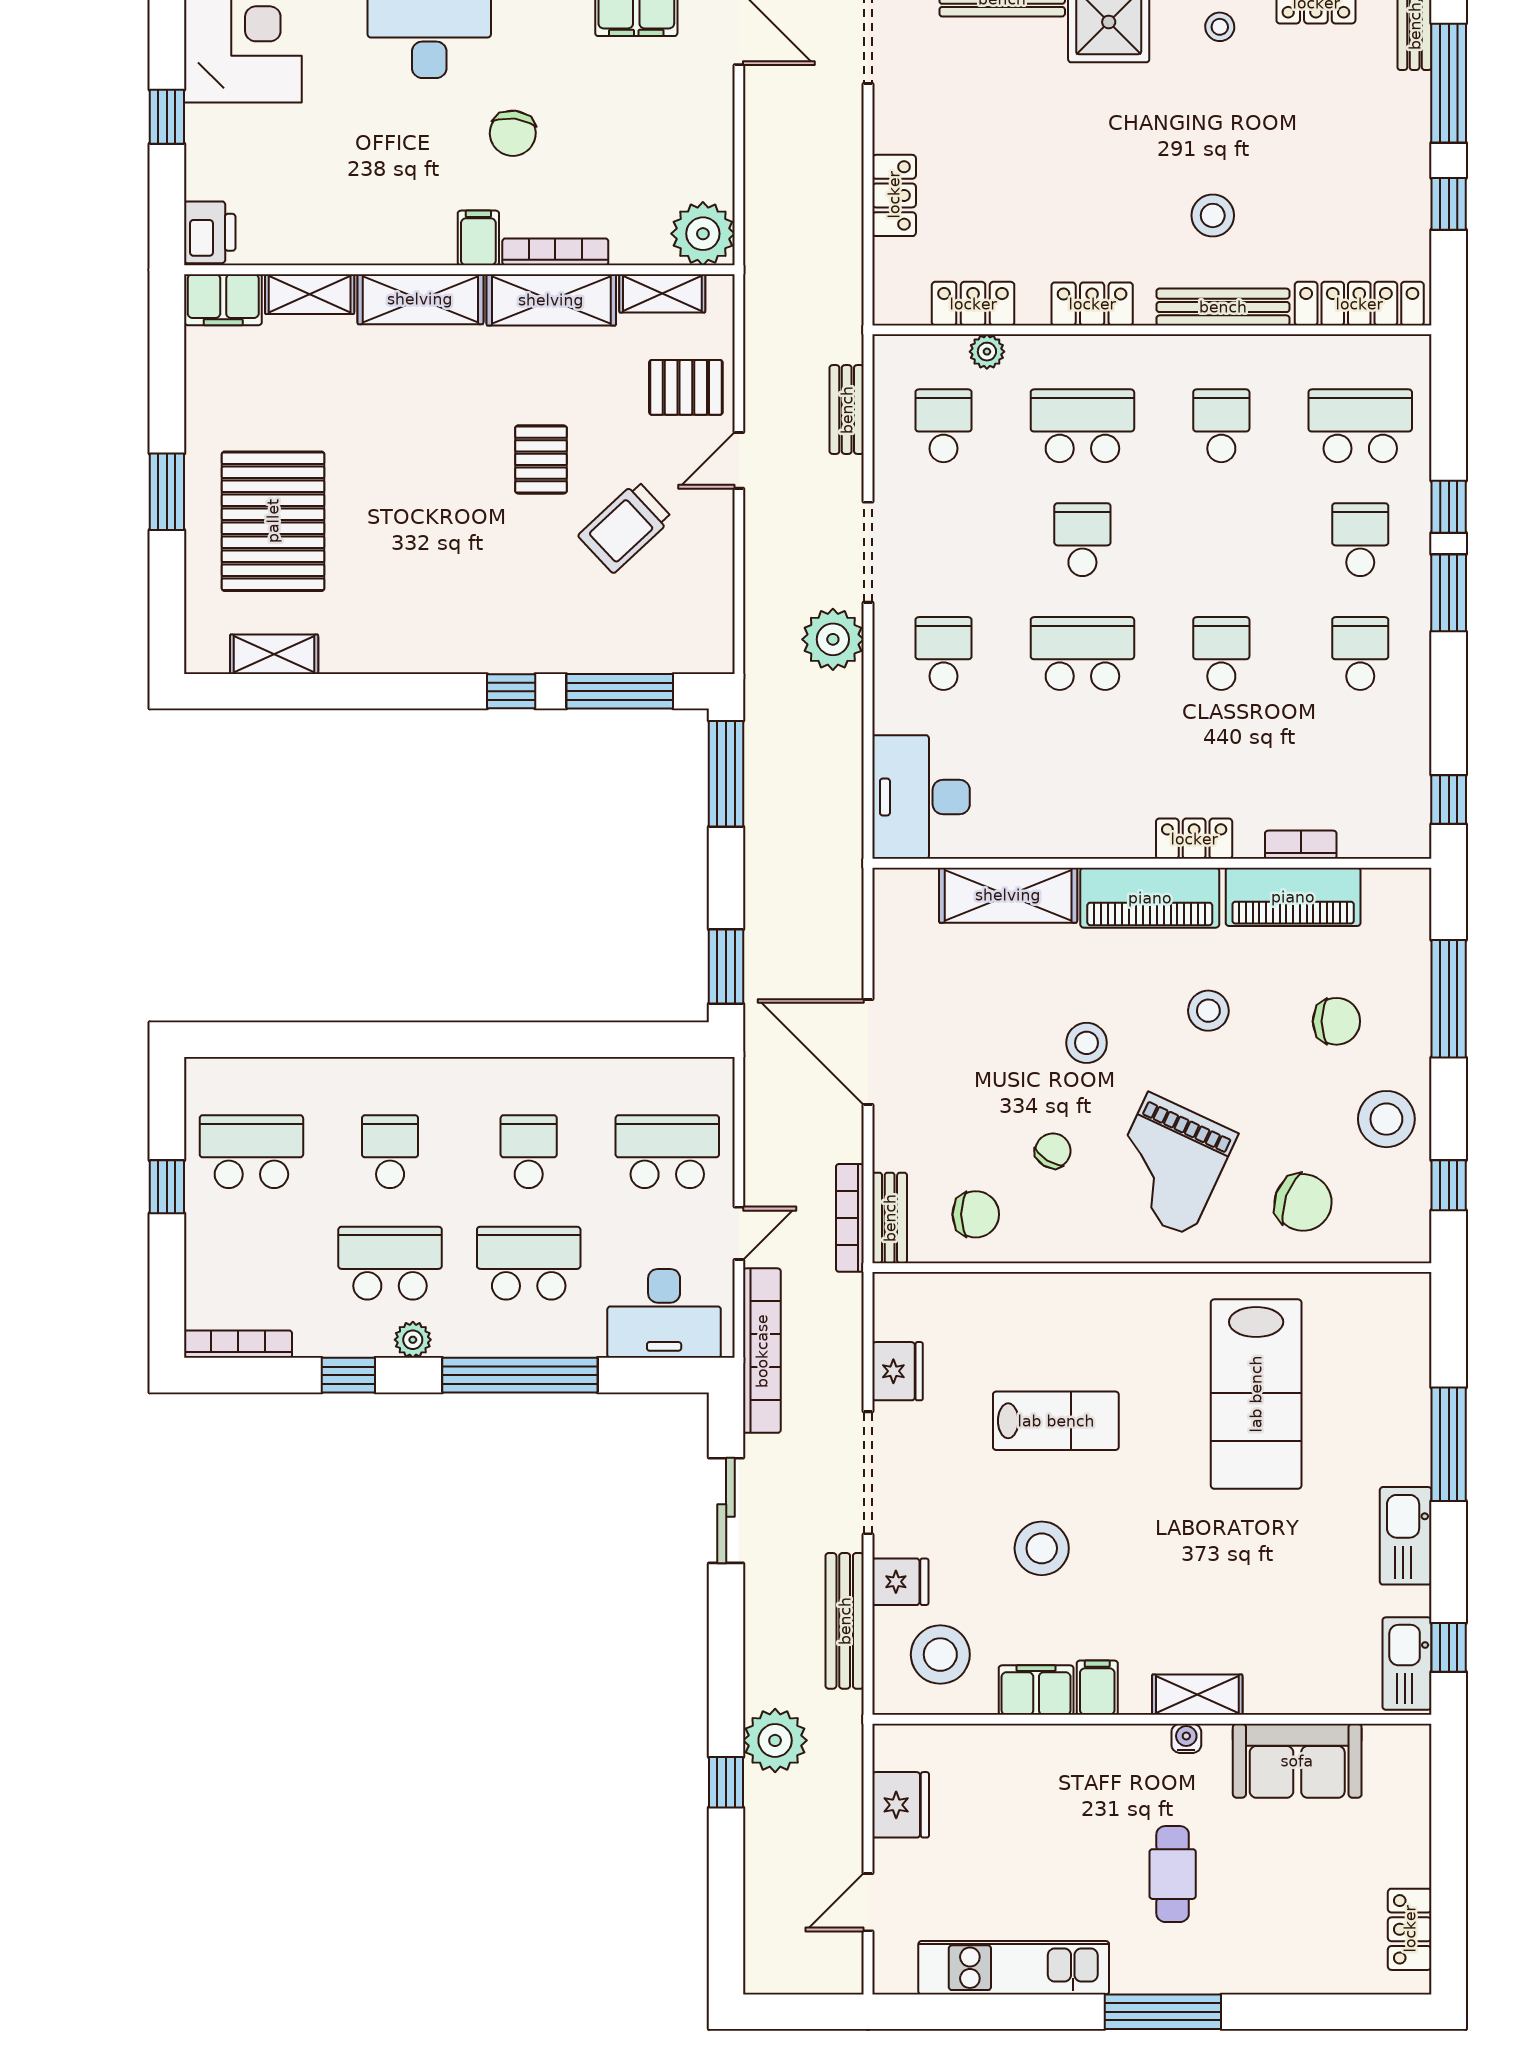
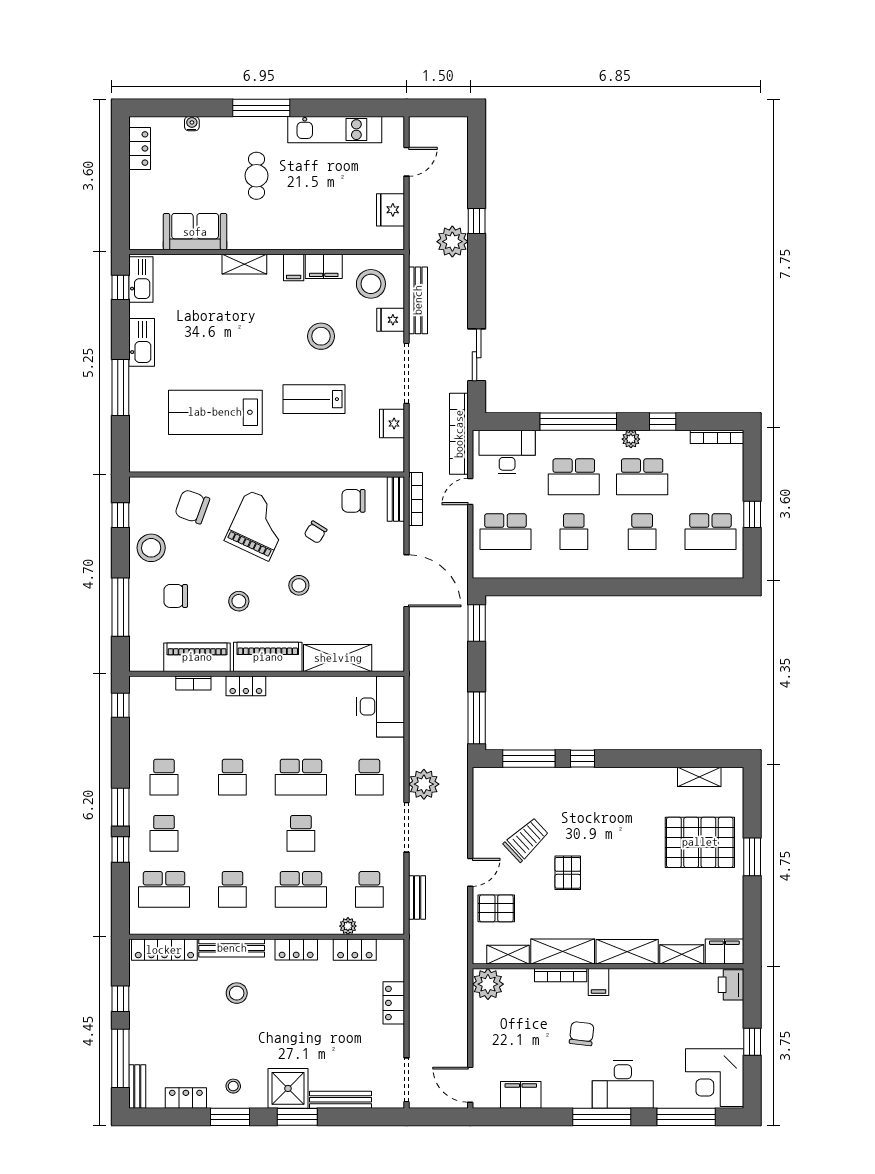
pallet: (273, 521) -> (700, 842), turned 90
lab bench: (1256, 1394) -> (215, 412), turned -90
water cooler: (1186, 1738) -> (192, 124), moved, turned 180

